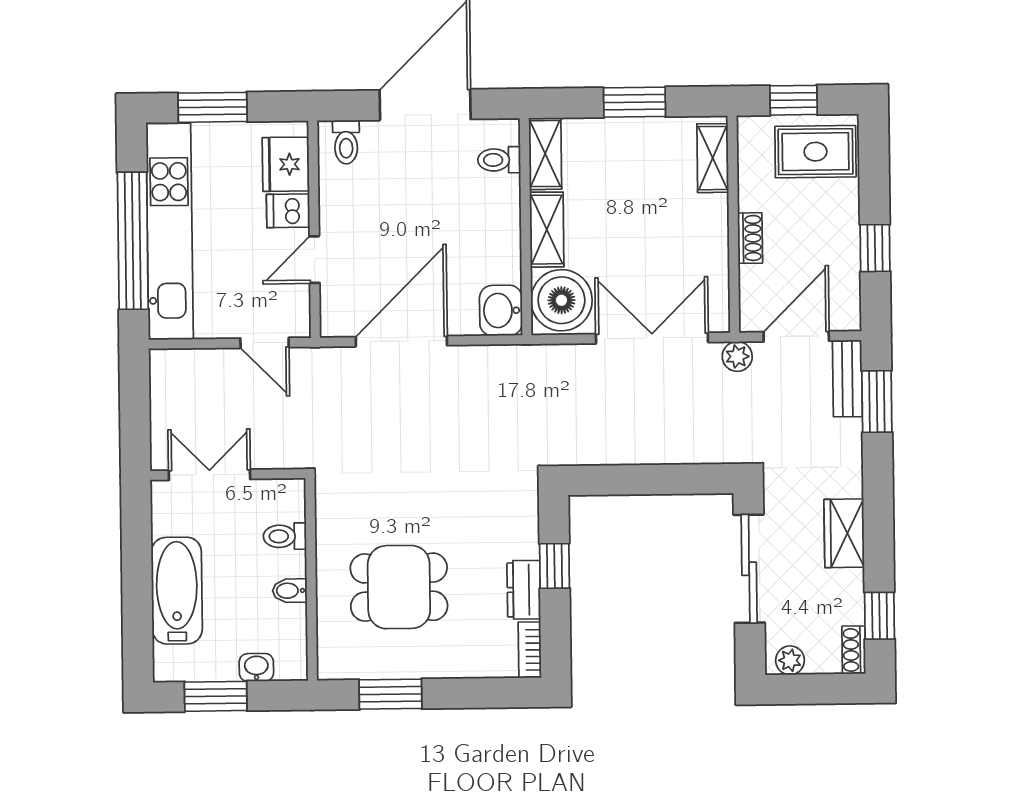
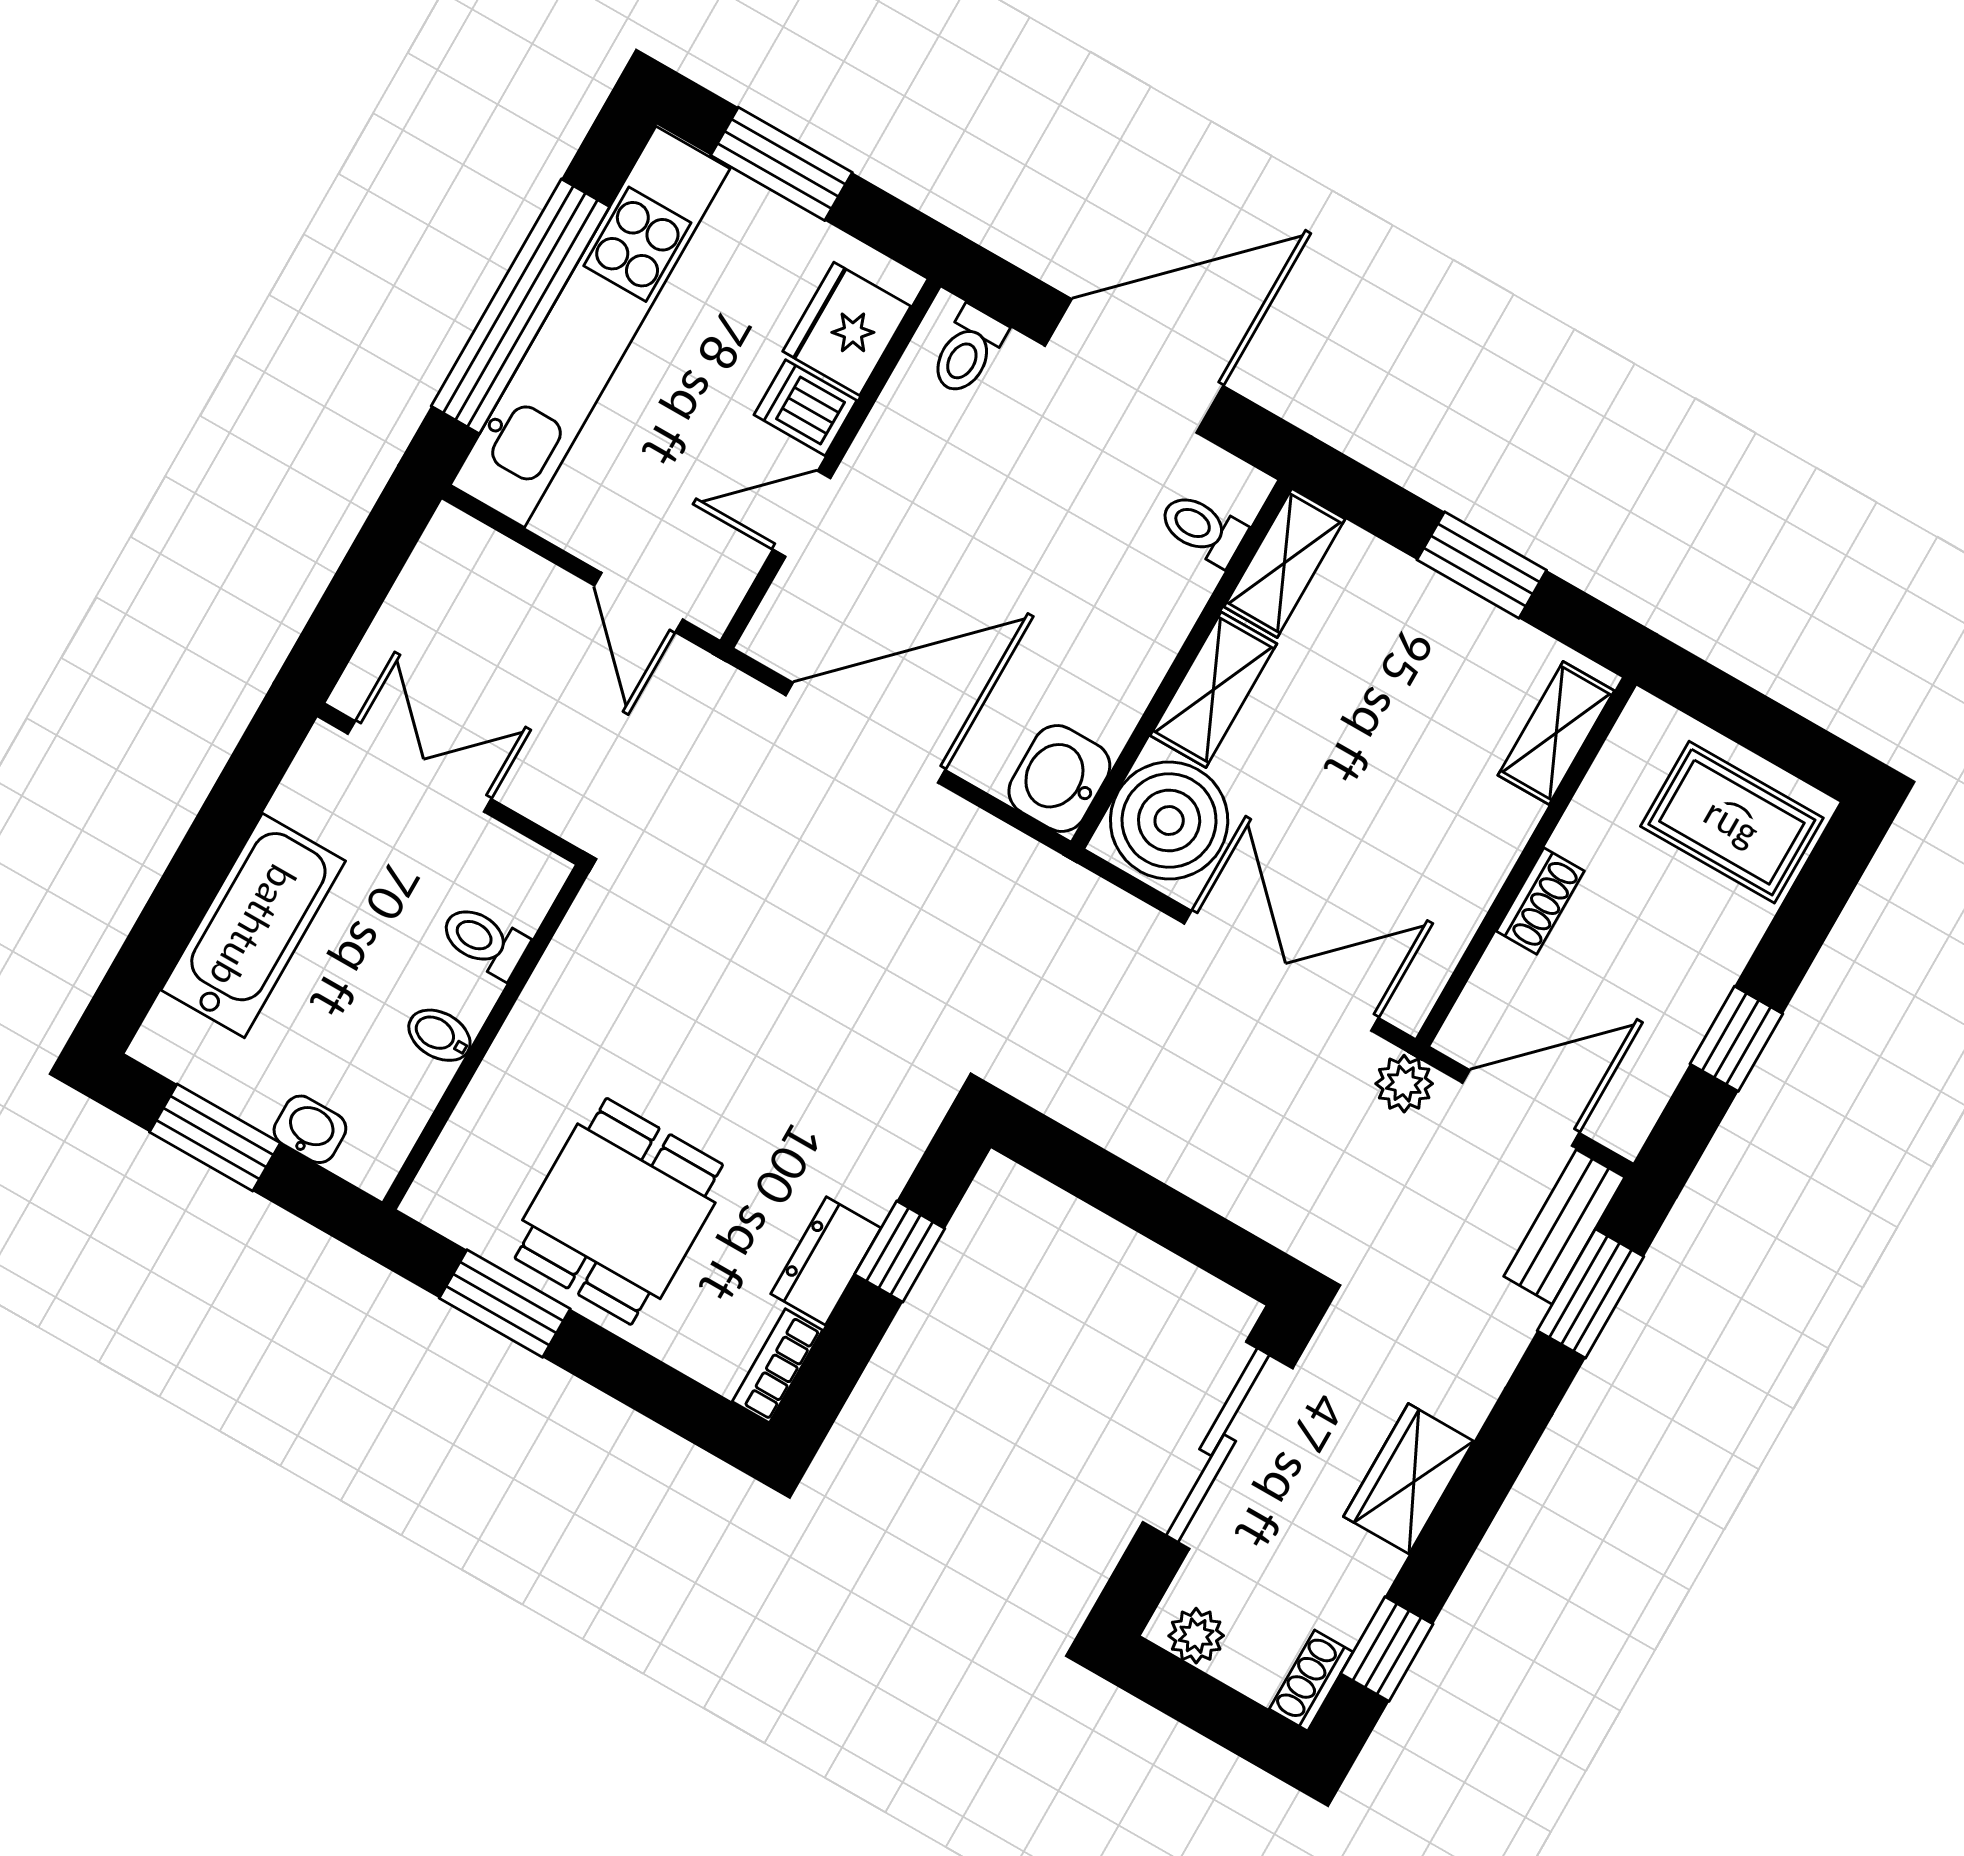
window: (794, 100) -> (1746, 716), removed
dining table: (399, 587) -> (619, 1211), moved, turned 90

